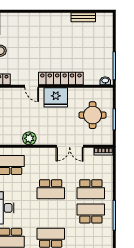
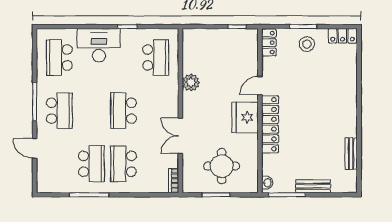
bench: (108, 46) -> (313, 186), added

